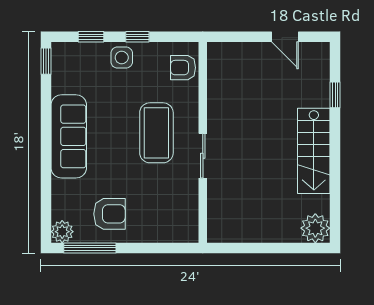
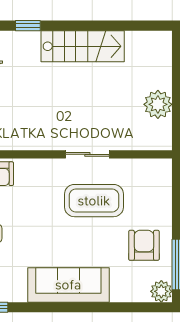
coffee table: (156, 133) -> (94, 201), moved
plant: (315, 228) -> (158, 104), moved

